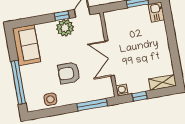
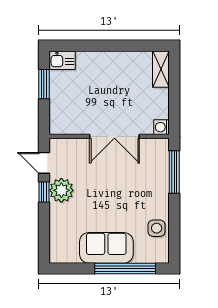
sofa: (26, 45) -> (106, 248), moved
armchair: (69, 73) -> (125, 196), removed
window: (140, 96) -> (174, 104), removed

